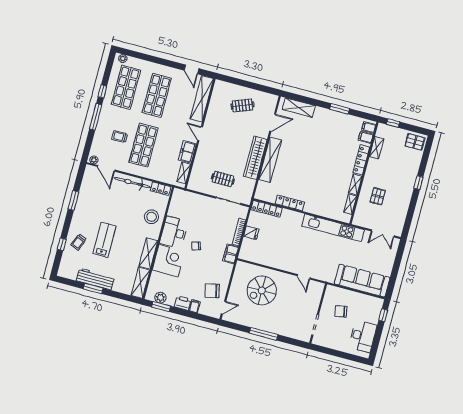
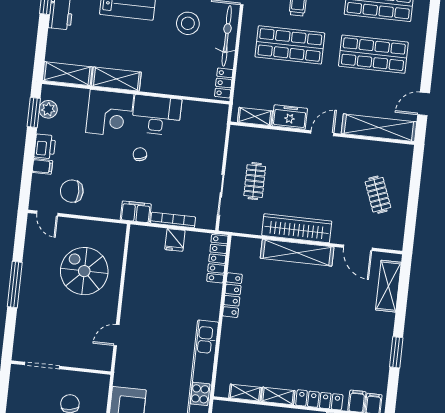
stool: (151, 217) -> (188, 23), moved
chair: (212, 291) -> (72, 191), turned -77

